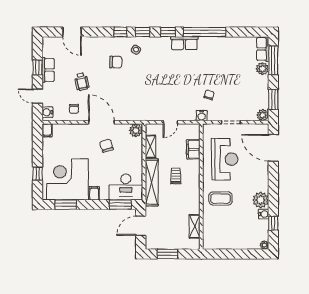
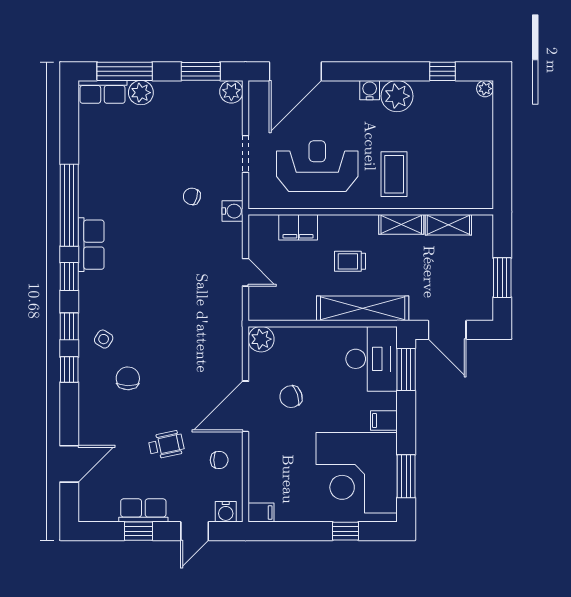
shelving: (150, 146) -> (401, 224), moved
water cooler: (264, 214) -> (370, 90), moved

